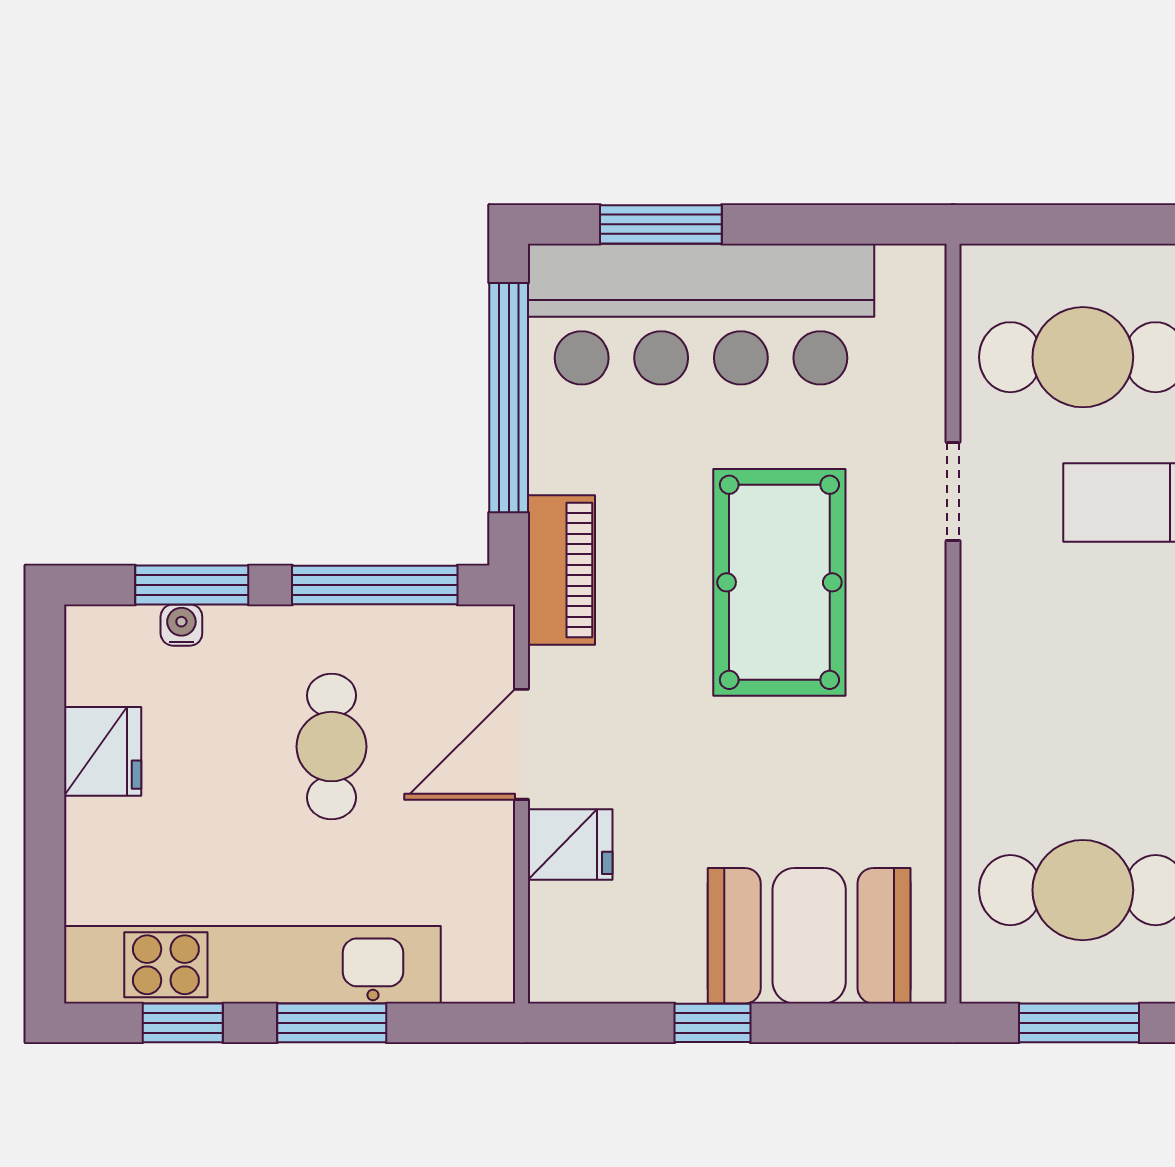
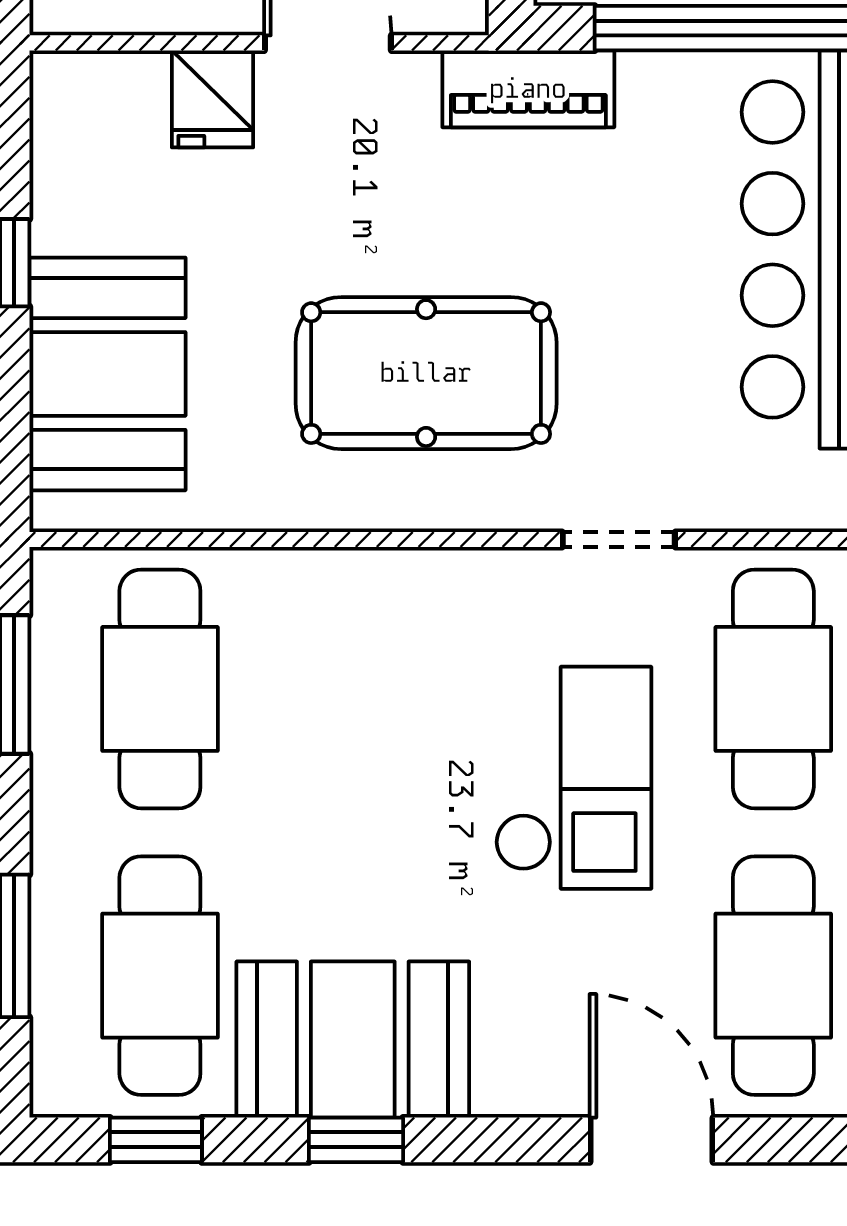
pool table: (779, 582) -> (426, 373), moved

